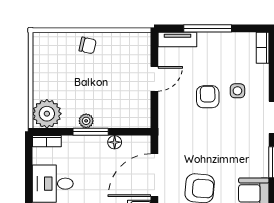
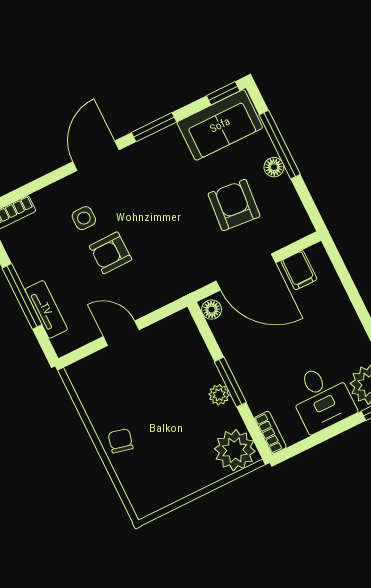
tv unit: (177, 39) -> (46, 309), moved
floor lamp: (115, 142) -> (212, 310), moved

